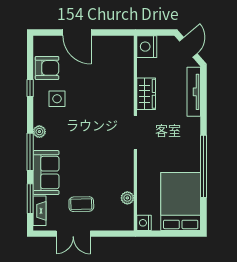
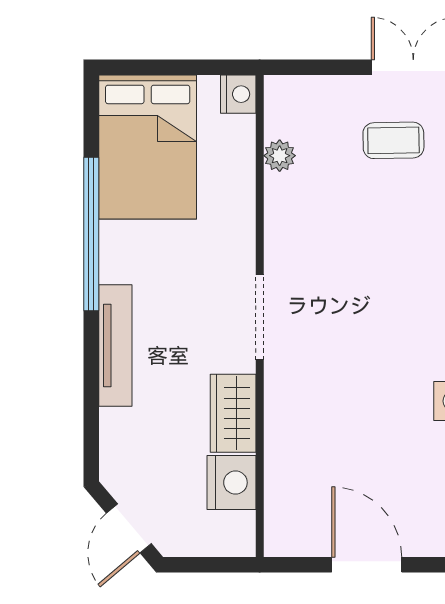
door: (77, 32) -> (367, 565), moved
nightstand: (147, 47) -> (232, 483), moved
tv unit: (194, 92) -> (115, 345), moved

